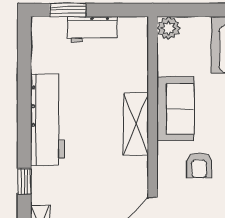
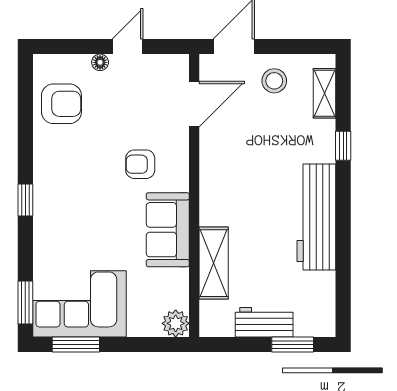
shelving: (136, 124) -> (214, 263), moved
armchair: (199, 165) -> (140, 164), turned -90

